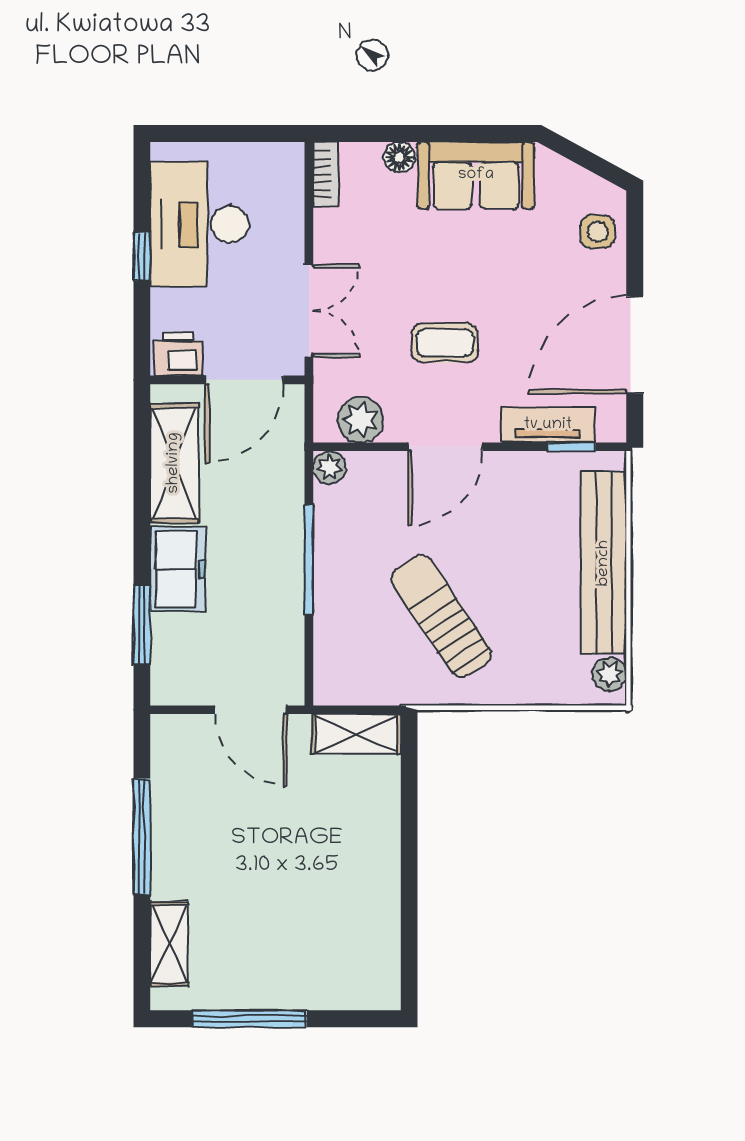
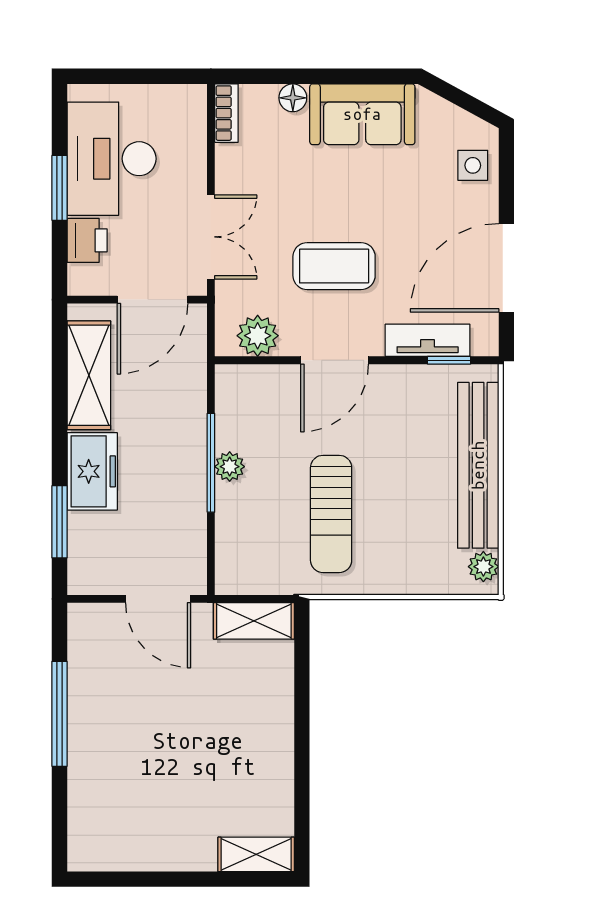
window: (142, 257) -> (59, 188), width x1.50
coffee table: (445, 343) -> (334, 266), width x1.36, depth x1.30
printer: (178, 354) -> (87, 240), moved, turned 90
plant: (330, 467) -> (230, 467), moved
sun lounger: (441, 616) -> (331, 514), turned -146
shelving: (169, 944) -> (256, 854), moved, turned 90
window: (249, 1019) -> (157, 879), removed

